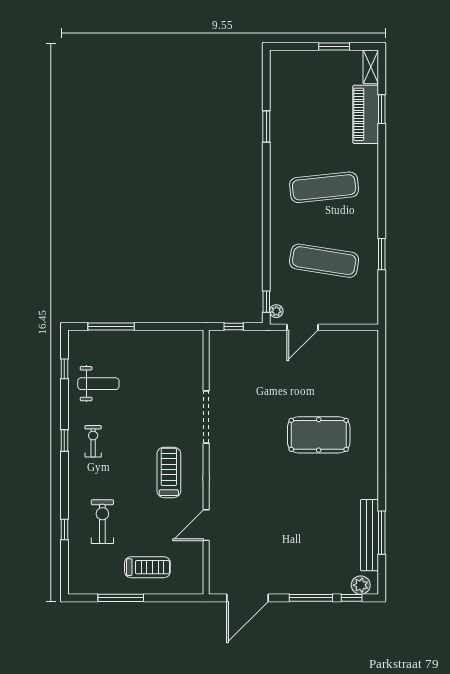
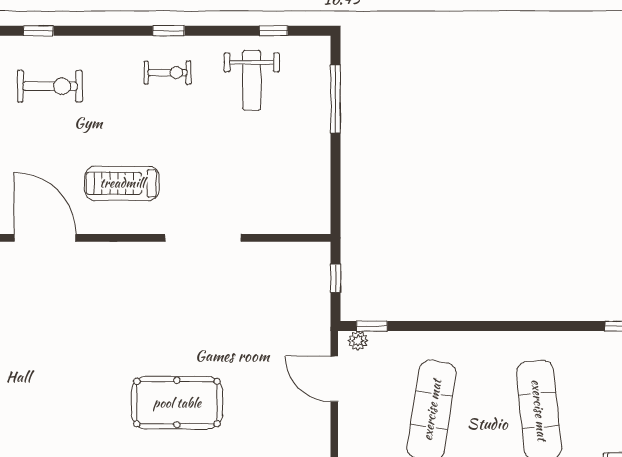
pool table: (319, 435) -> (177, 403), turned 90
treadmill: (169, 472) -> (122, 183), turned 180
door: (206, 525) -> (45, 238), width x1.36

